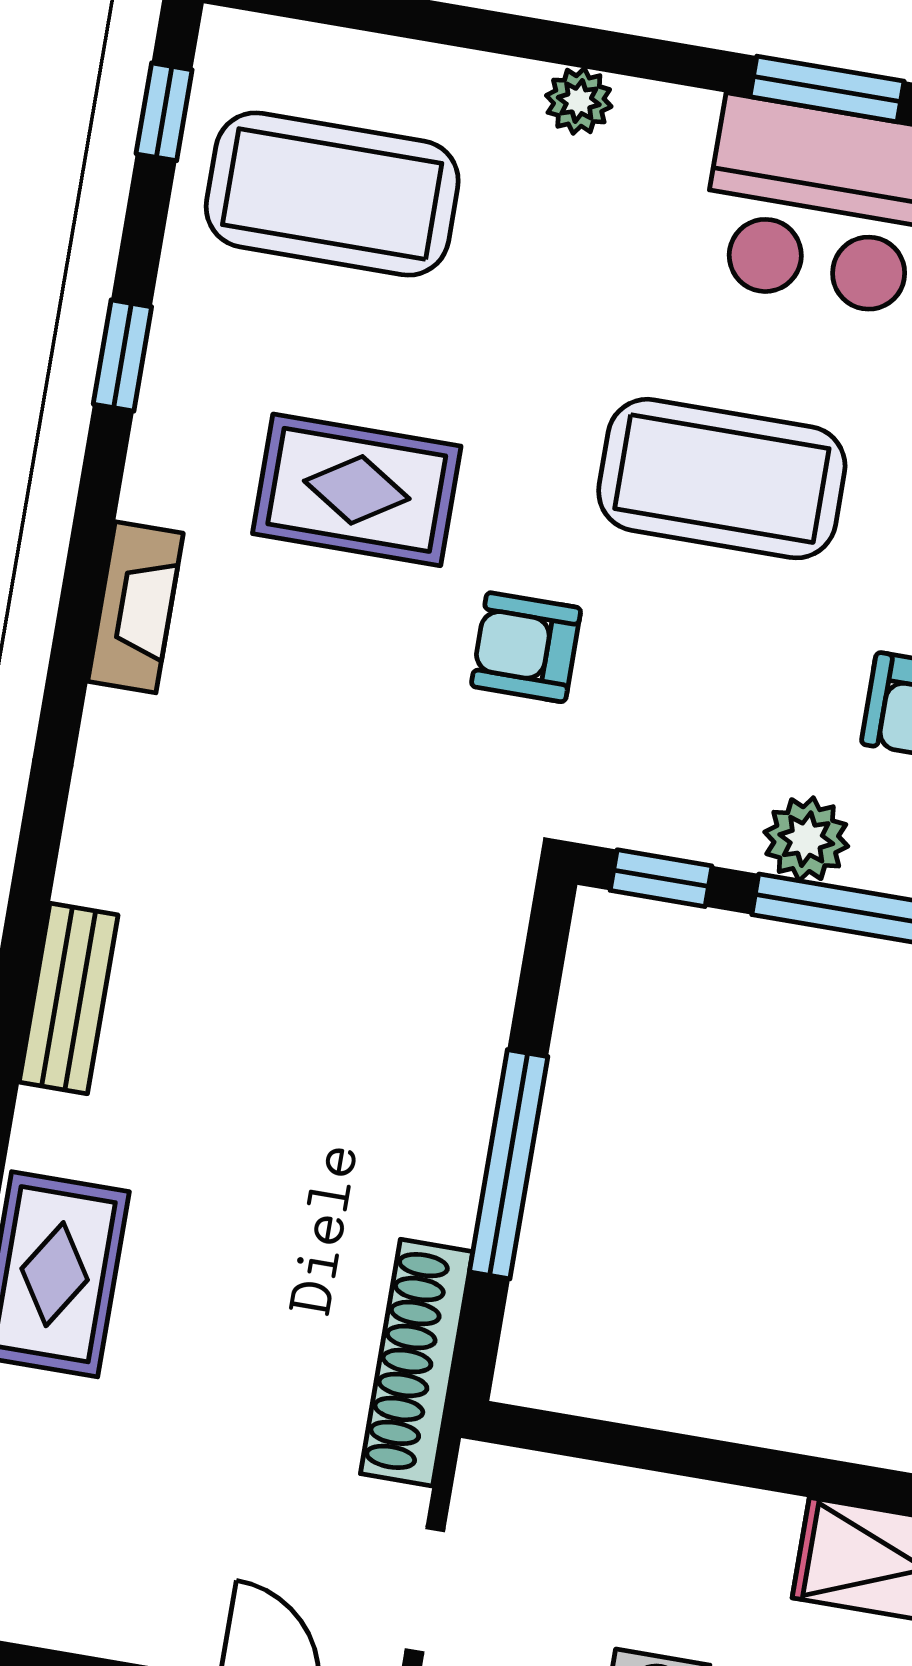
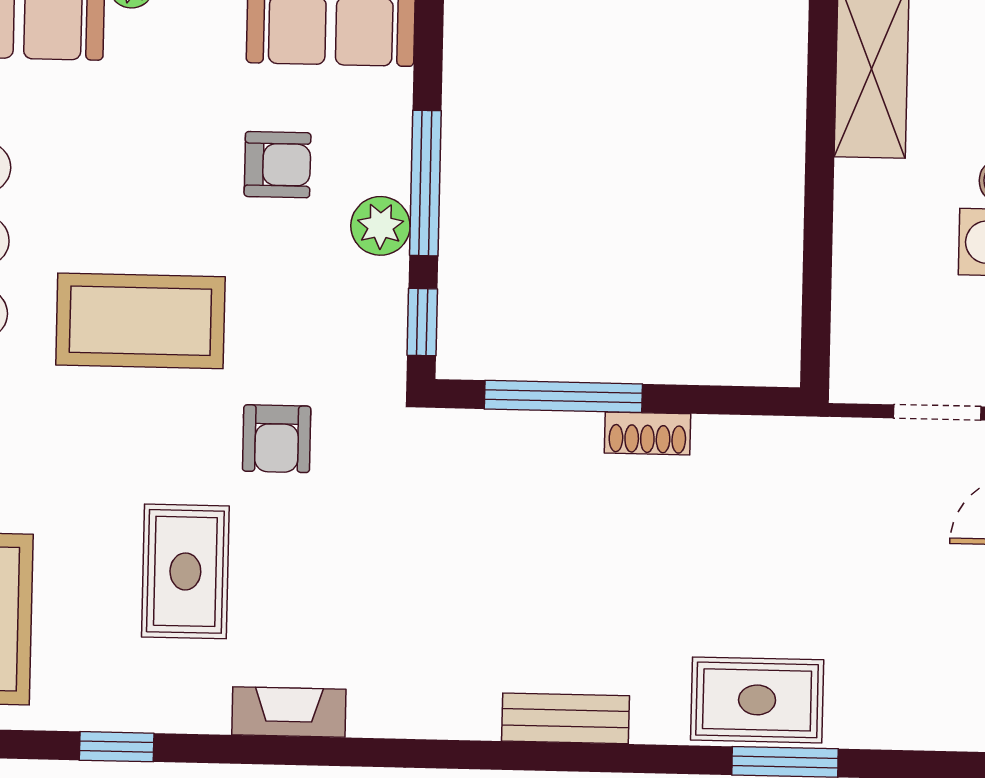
coffee table: (722, 479) -> (140, 321), turned 90
window: (509, 1164) -> (563, 396), moved
shoe rack: (417, 1363) -> (647, 433), moved, width x0.51, depth x0.81

